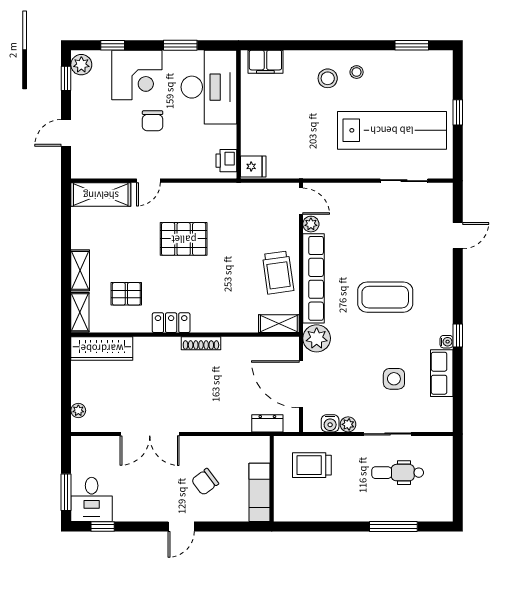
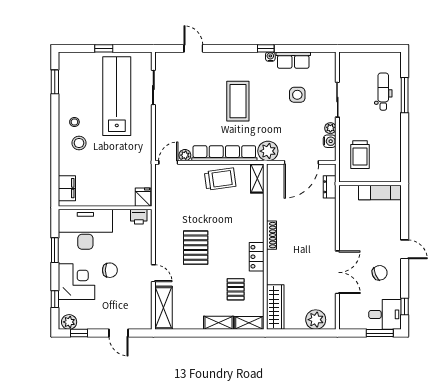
plant: (78, 410) -> (316, 320), width x1.88, depth x1.88
dental chair: (398, 473) -> (383, 92), moved, turned 180
chair: (205, 482) -> (380, 273), moved, turned -76

